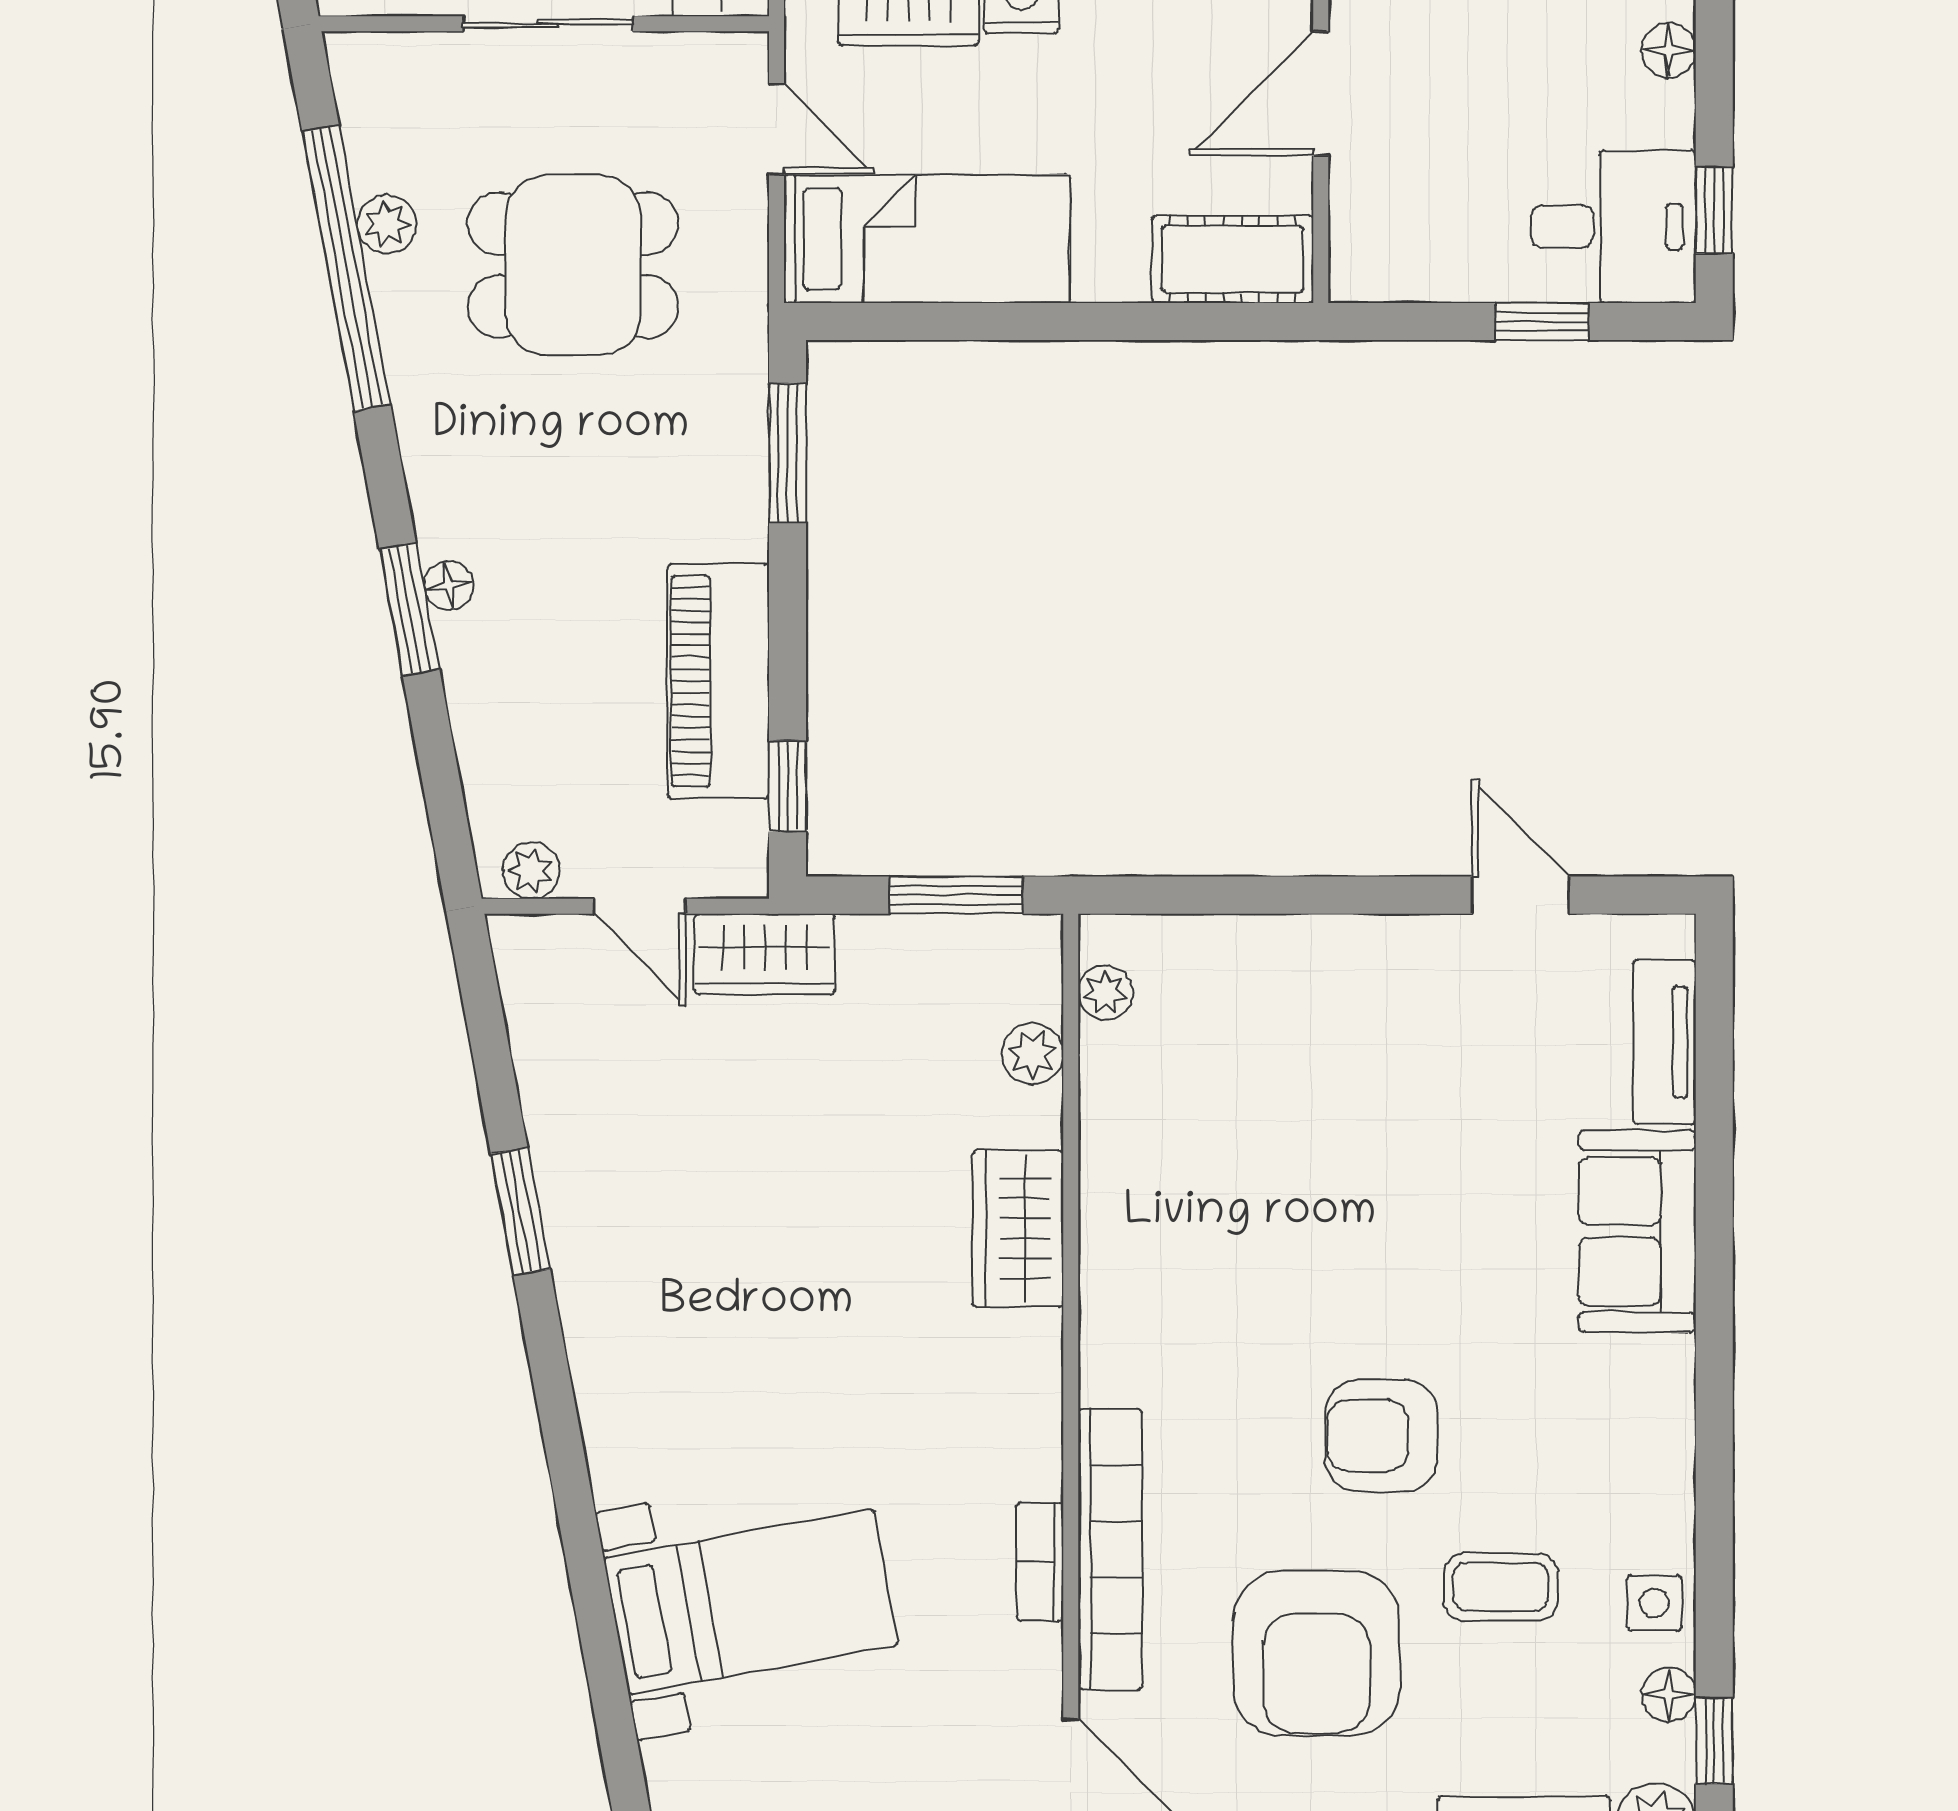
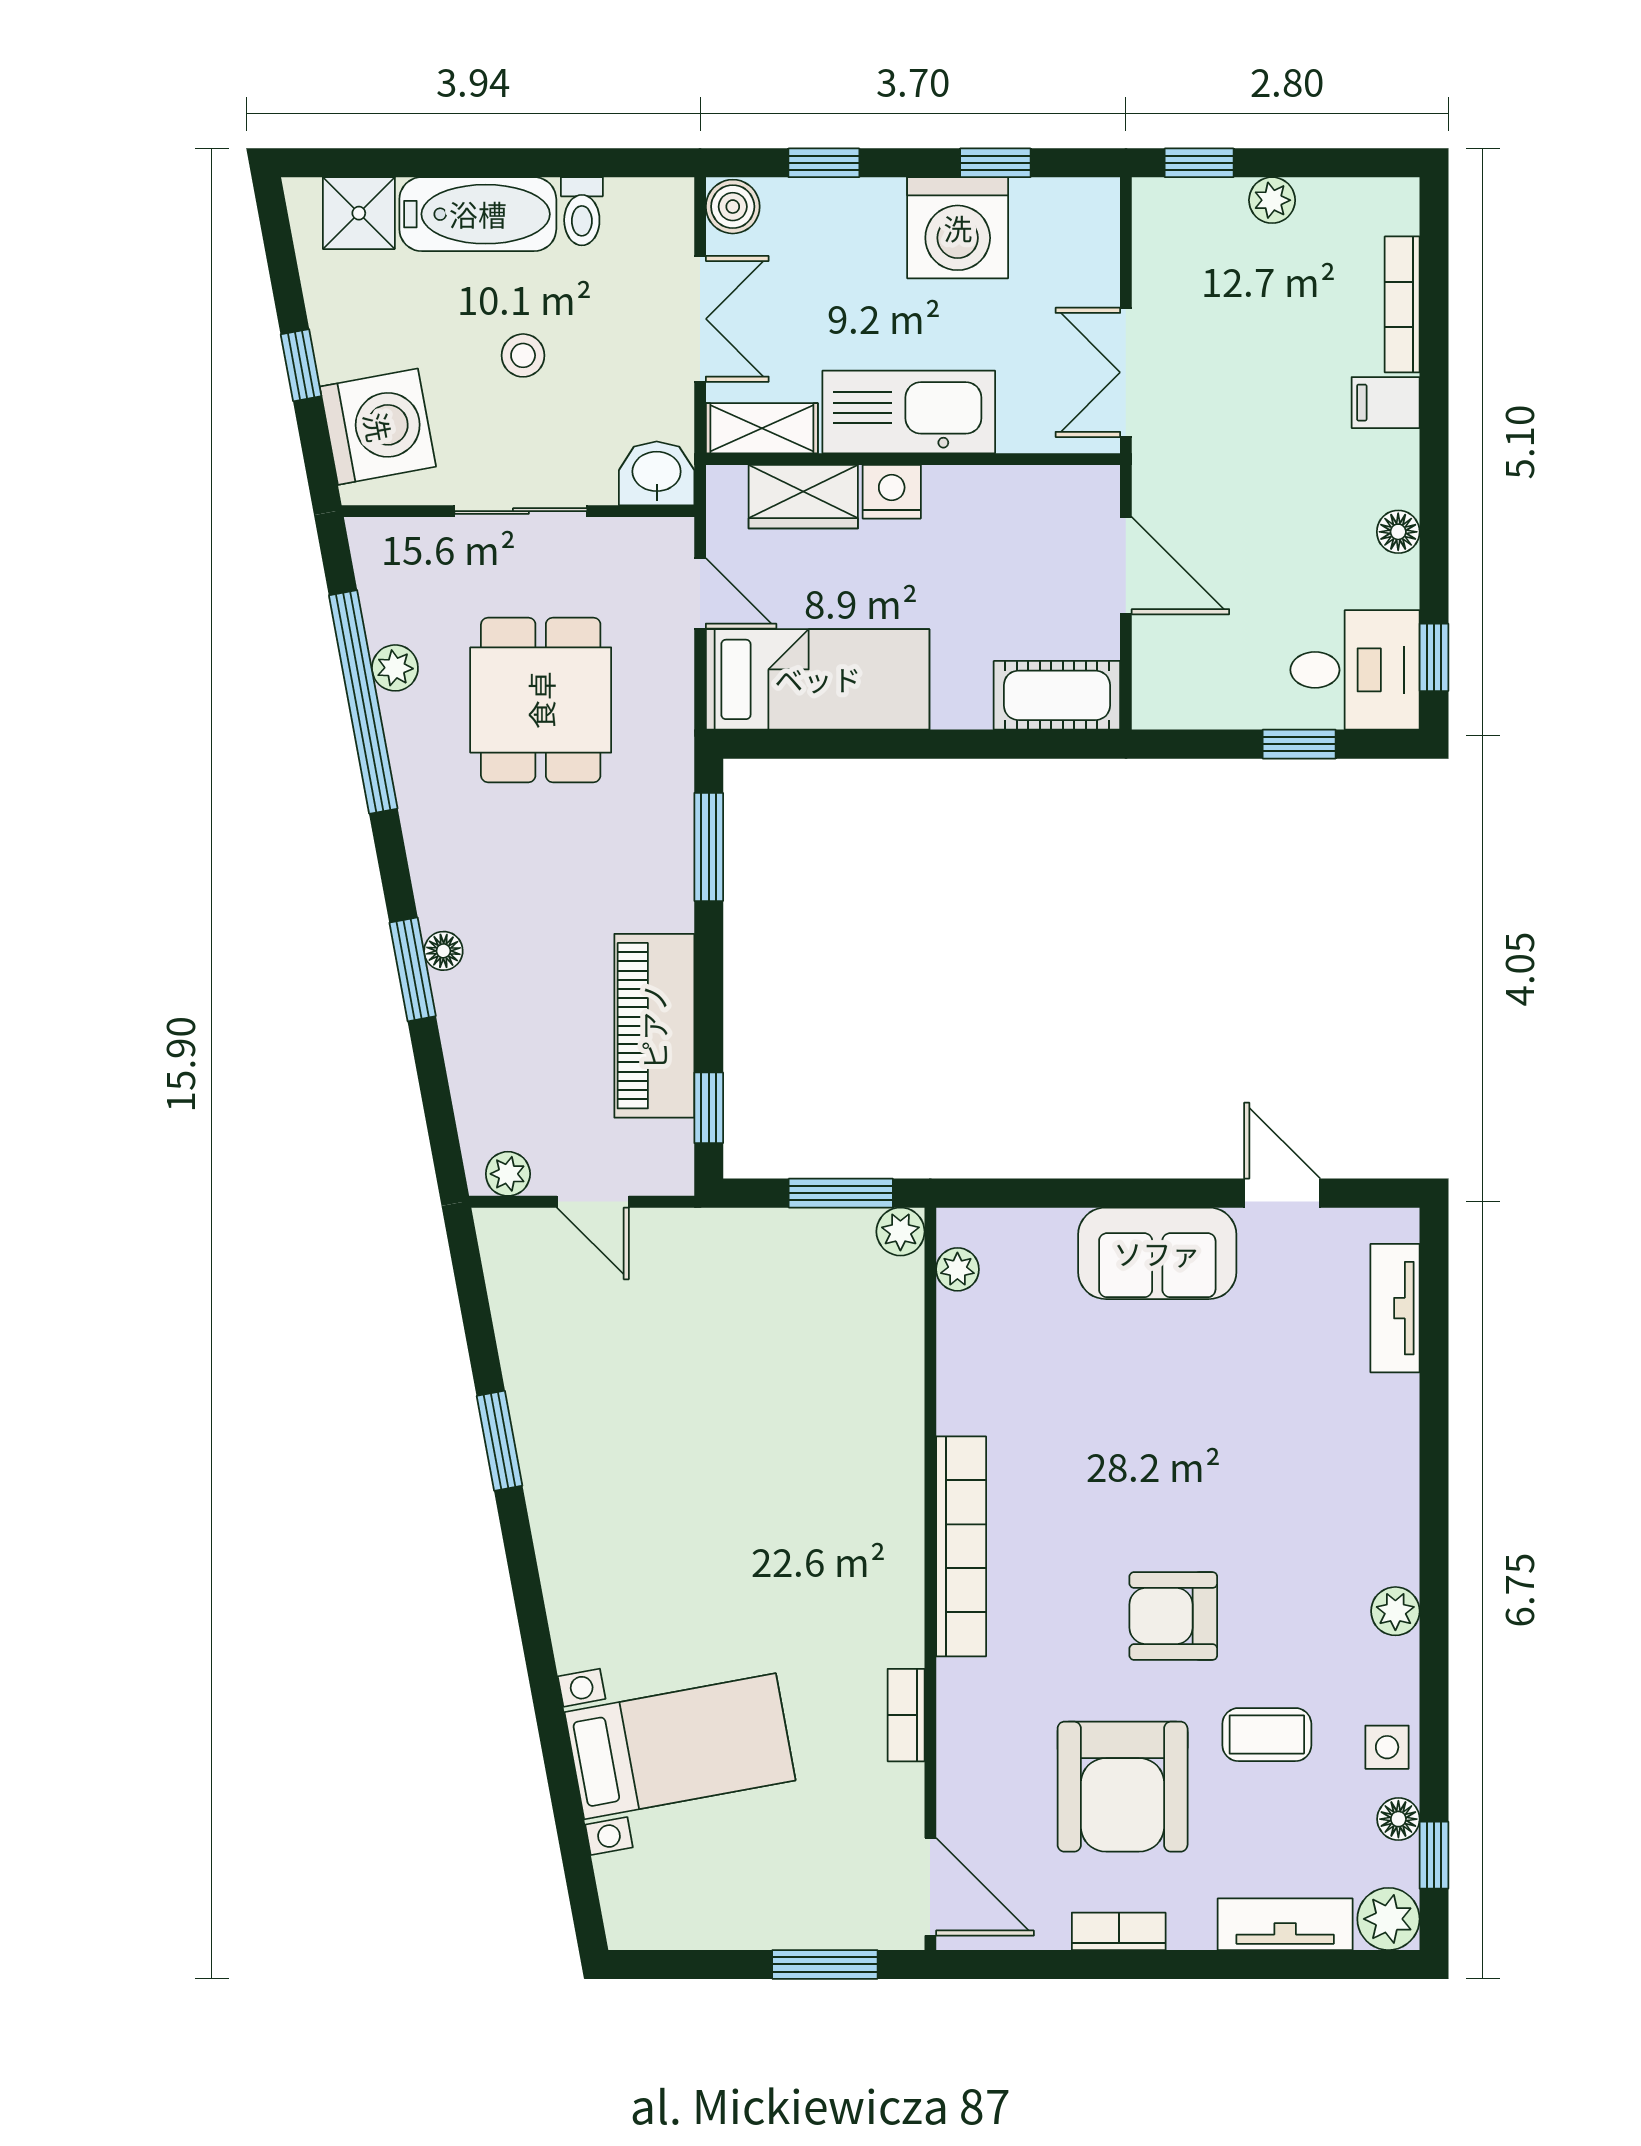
door: (1321, 93) -> (1126, 566), swing flipped
dining table: (573, 265) -> (541, 700), turned 90
wardrobe: (765, 954) -> (691, 1239), removed
plant: (1033, 1054) -> (900, 1232), moved
wardrobe: (1018, 1229) -> (889, 1454), removed
sofa: (1637, 1231) -> (1157, 1253), moved, turned -90
plant: (1665, 1429) -> (1395, 1611), added
bookcase: (1110, 1549) -> (961, 1546), moved

